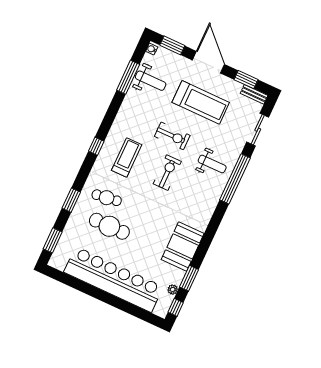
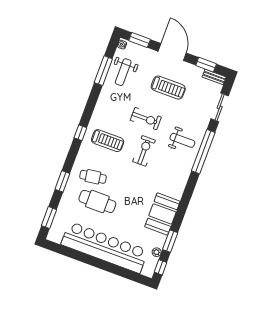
weight bench: (151, 81) -> (123, 72), turned 90
treadmill: (201, 102) -> (168, 88), width x0.73, depth x0.73
treadmill: (127, 158) -> (108, 141), turned 90

